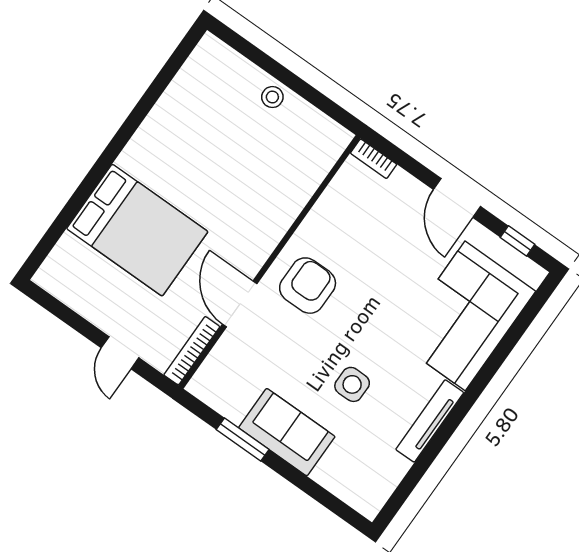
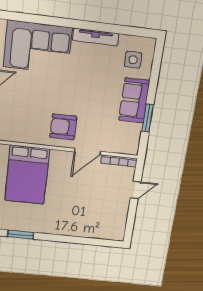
window: (149, 99) -> (21, 235), added
bed: (137, 230) -> (27, 175), moved, turned 180
side table: (352, 384) -> (133, 60), moved

